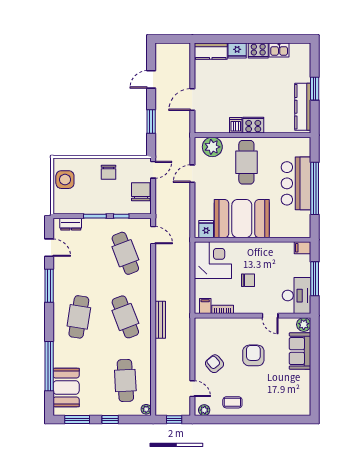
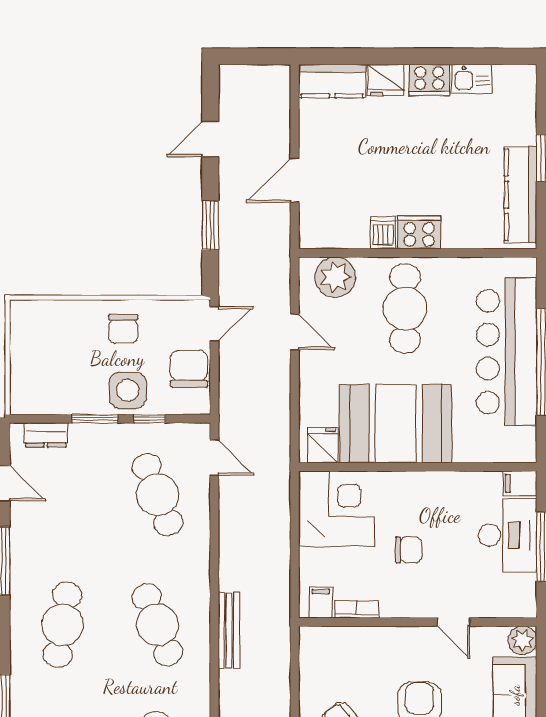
door: (192, 174) -> (295, 332), swing flipped
side table: (65, 180) -> (128, 390), moved
bar counter: (296, 183) -> (507, 352), width x1.36
desk: (297, 296) -> (508, 535), moved

